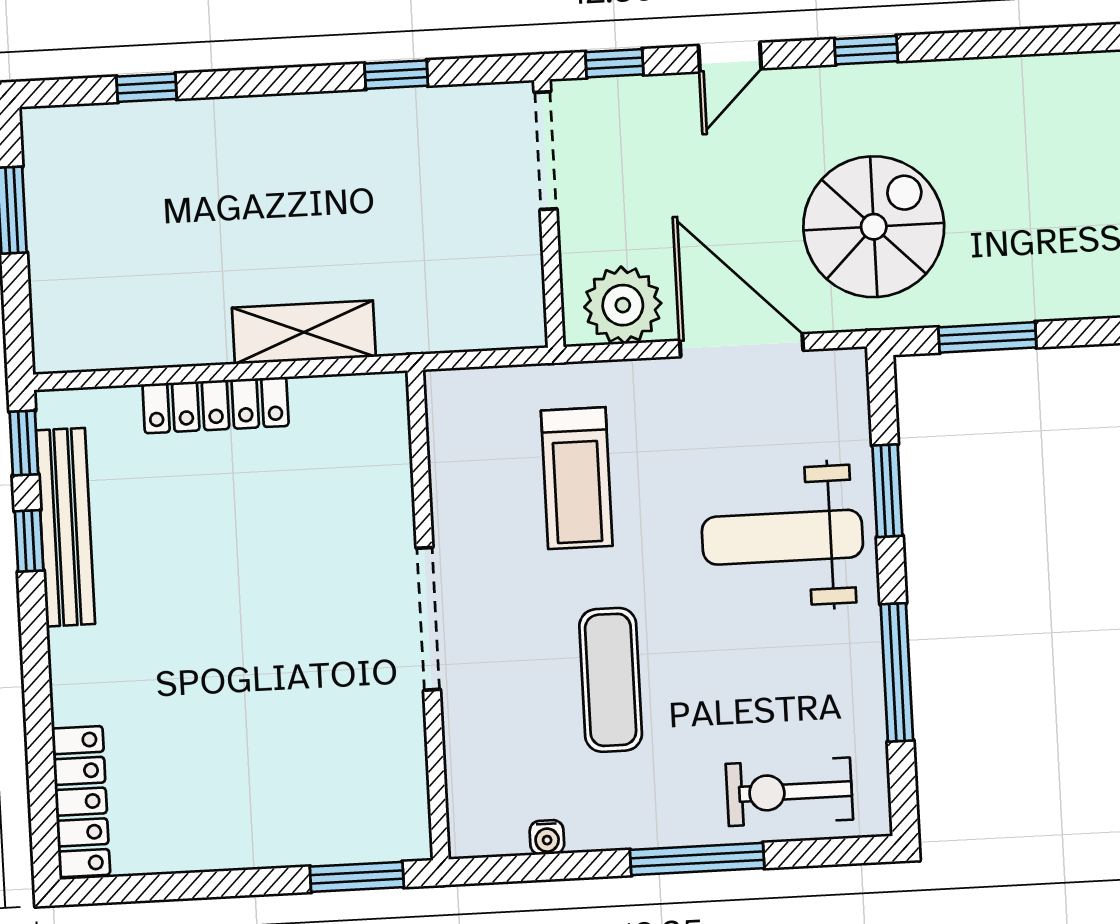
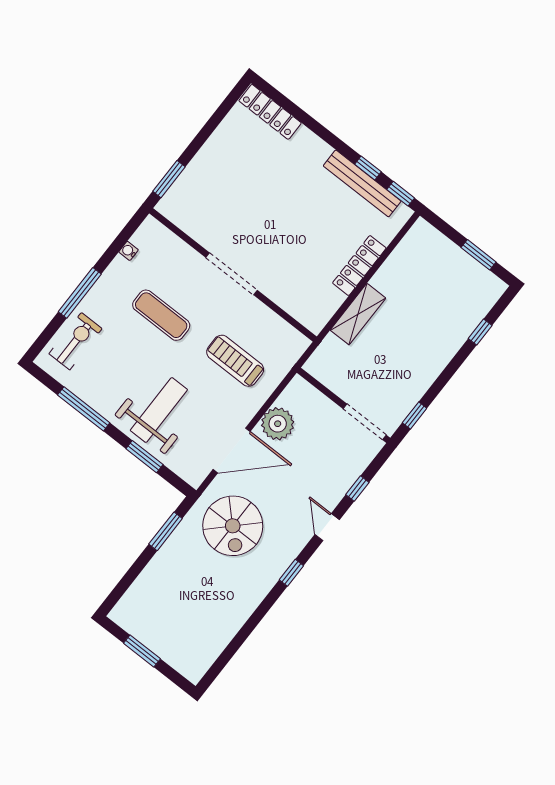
doorway: (545, 151) -> (365, 422), moved
wall: (549, 214) -> (344, 405), moved

